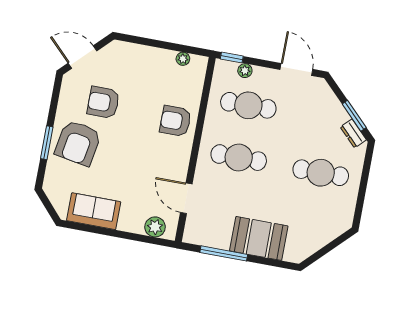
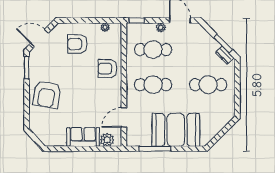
plant: (245, 71) -> (161, 27), moved
armchair: (103, 102) -> (77, 44), moved
window: (47, 143) -> (27, 68), moved
door: (186, 198) -> (124, 117), hinge flipped
sofa: (94, 211) -> (83, 137), moved
booth: (259, 238) -> (176, 130), width x1.36, depth x1.42

